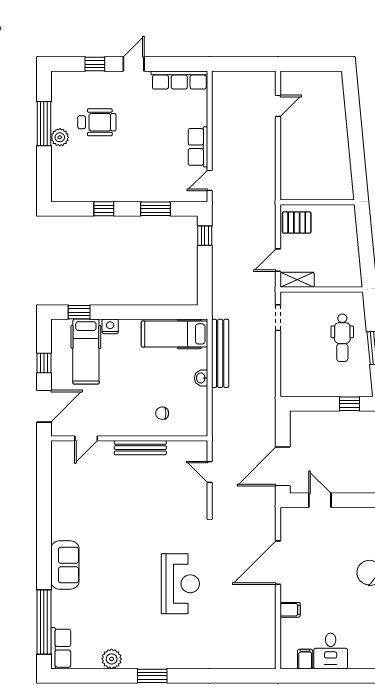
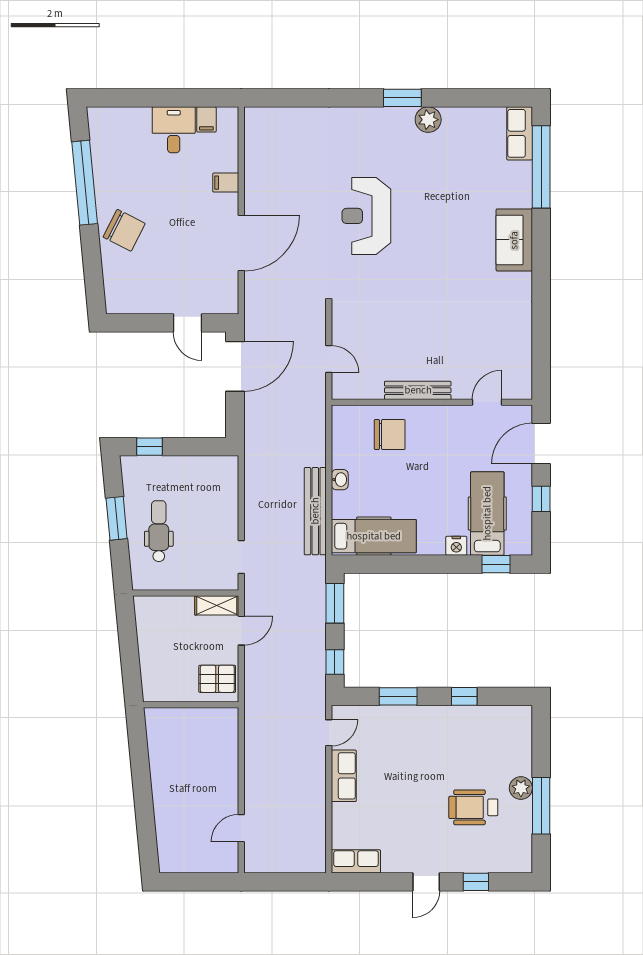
row of seats: (179, 80) -> (356, 861), width x0.68
window: (205, 282) -> (335, 603), added
chair: (162, 413) -> (390, 434), width x1.87, depth x1.87
plant: (112, 659) -> (428, 120), moved

